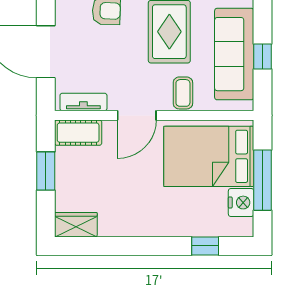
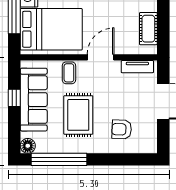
cot: (78, 133) -> (148, 29), moved, turned 90
window: (46, 171) -> (163, 19), removed

